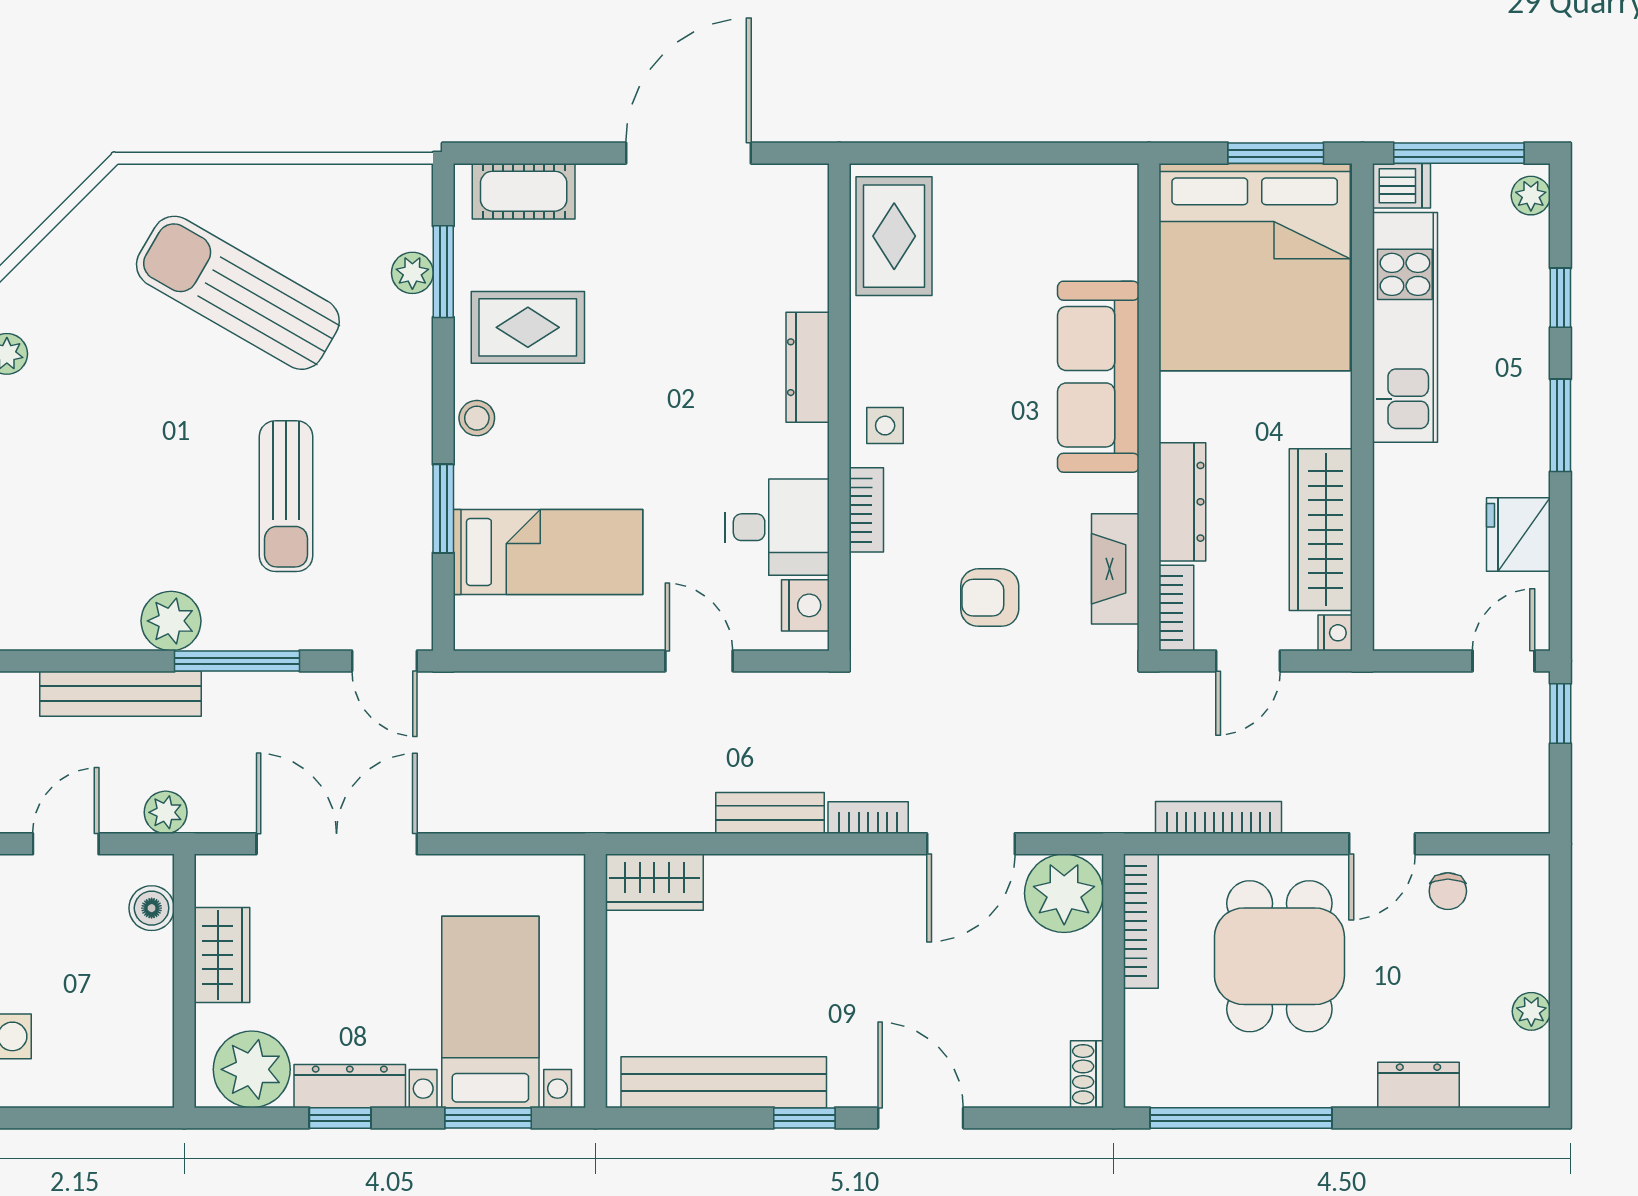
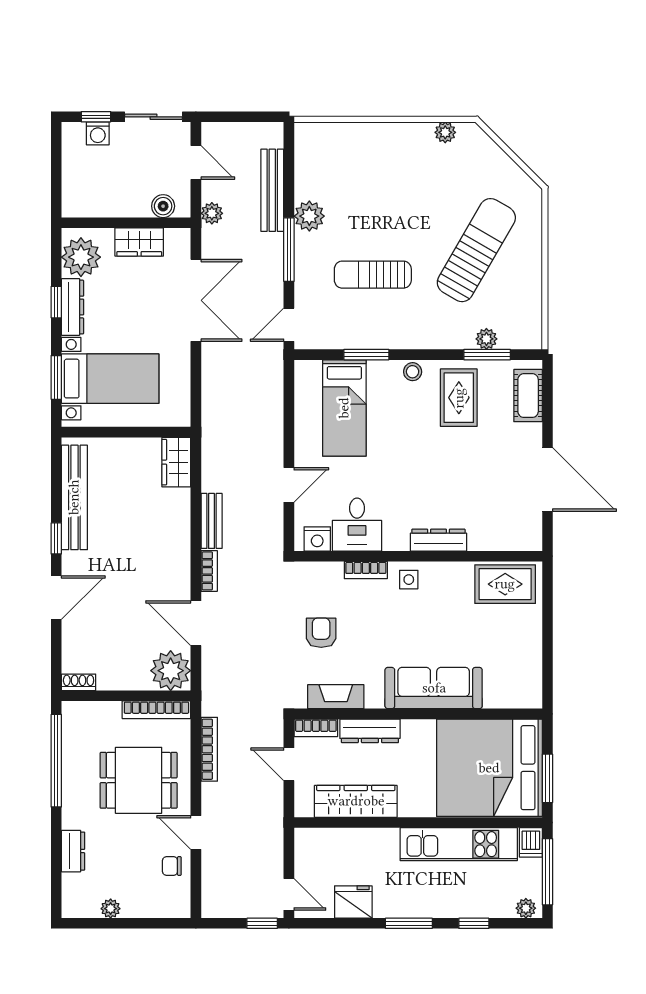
nightstand: (1335, 633) -> (303, 809), removed

